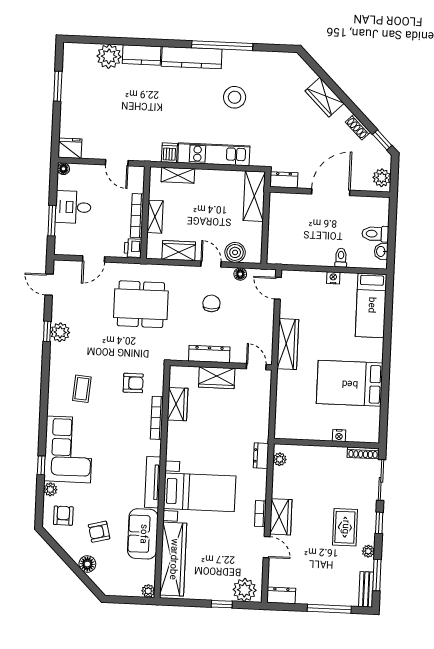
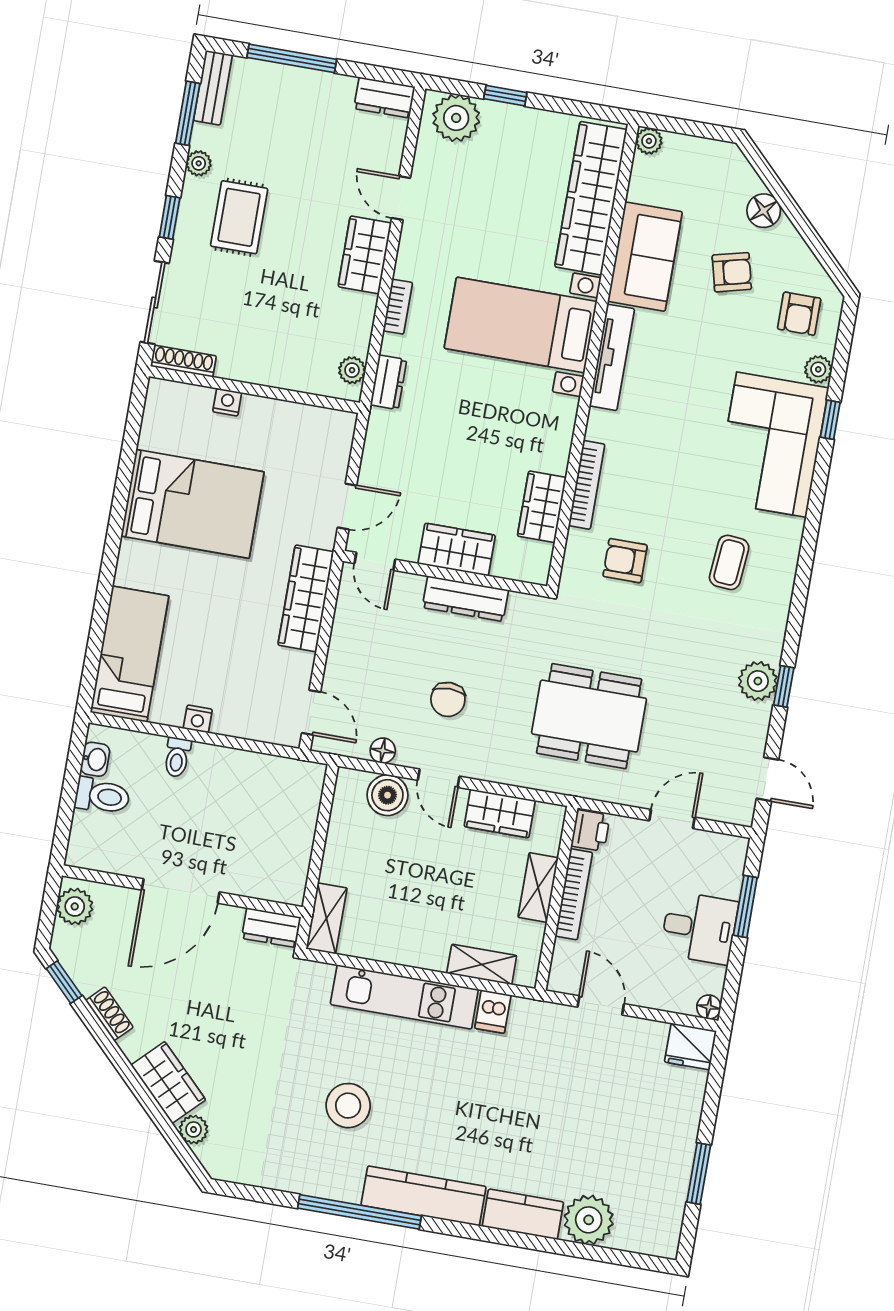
plant: (309, 76) -> (194, 1129), added
shelving: (254, 196) -> (327, 918), width x0.67, depth x0.75
door: (273, 392) -> (347, 506), added
bookcase: (260, 514) -> (398, 307), moved

